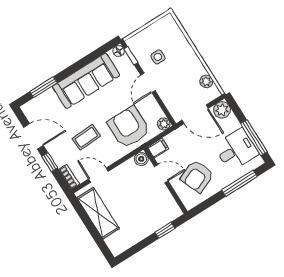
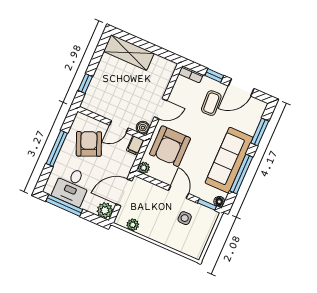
window: (84, 62) -> (241, 174), added
armchair: (129, 127) -> (170, 146), turned 90
coffee table: (86, 137) -> (211, 103), moved
door: (98, 175) -> (161, 109), moved
window: (240, 183) -> (57, 148), moved
shelving: (98, 213) -> (129, 52), moved

